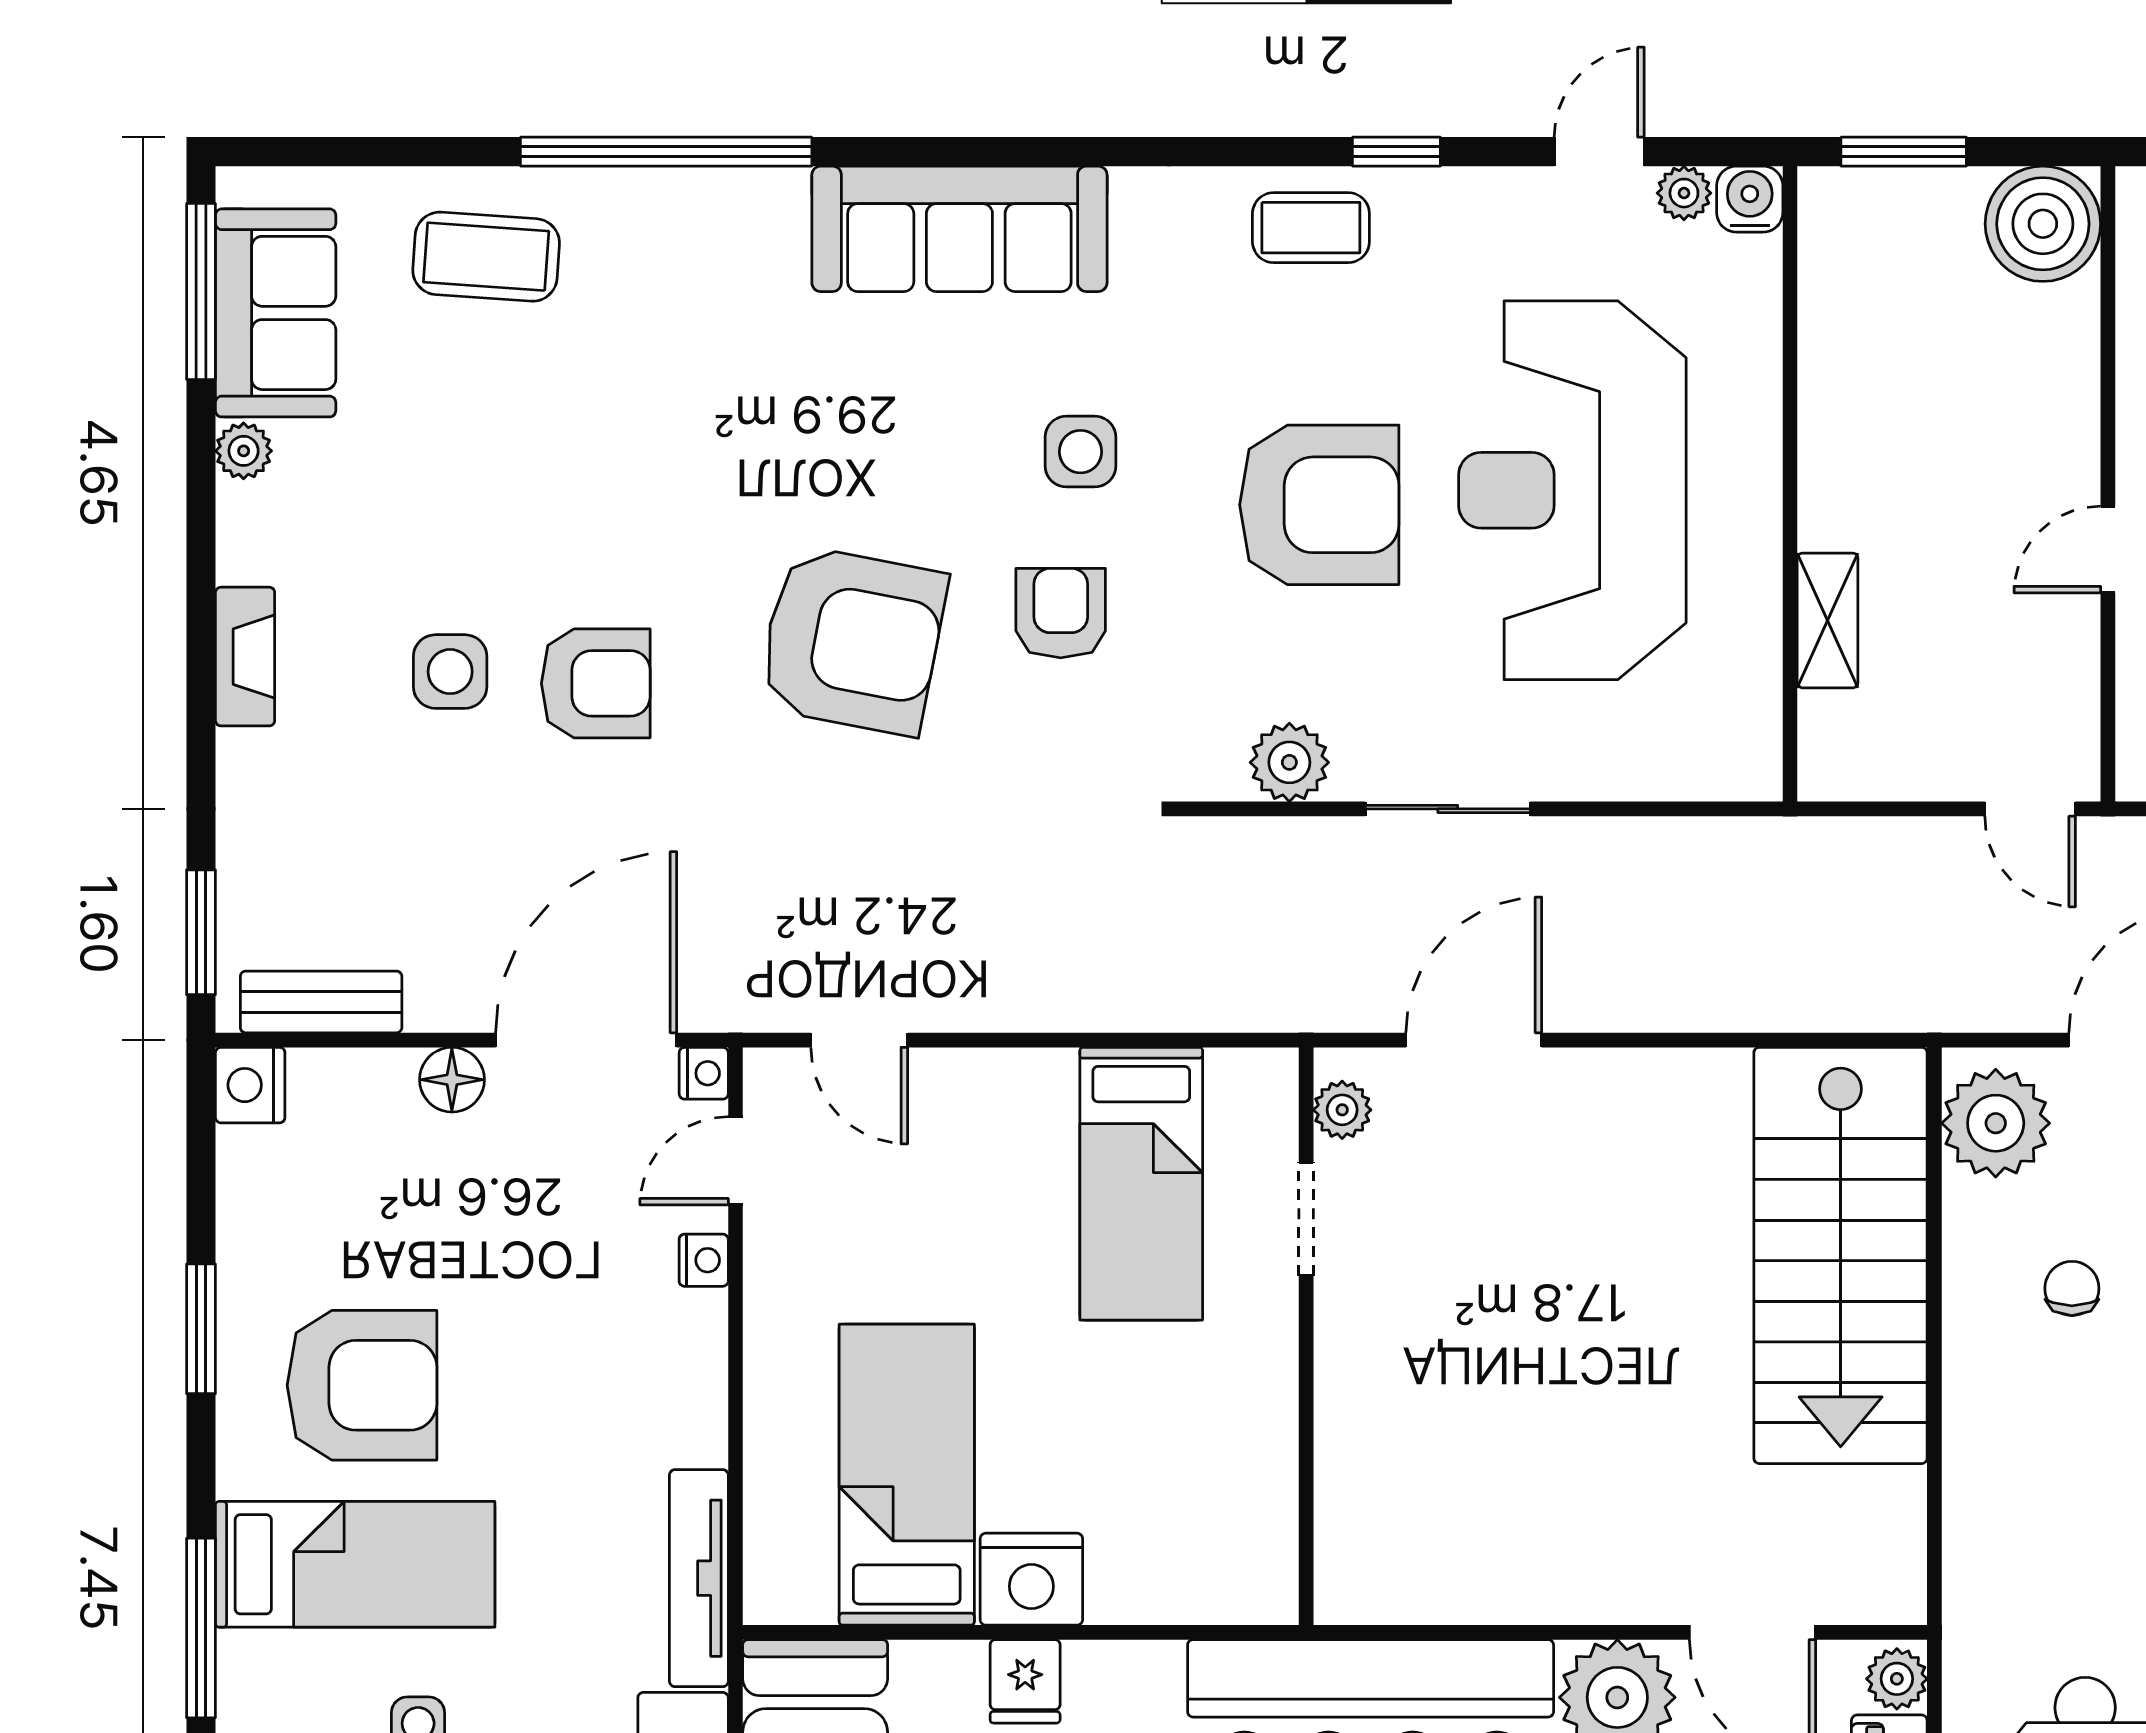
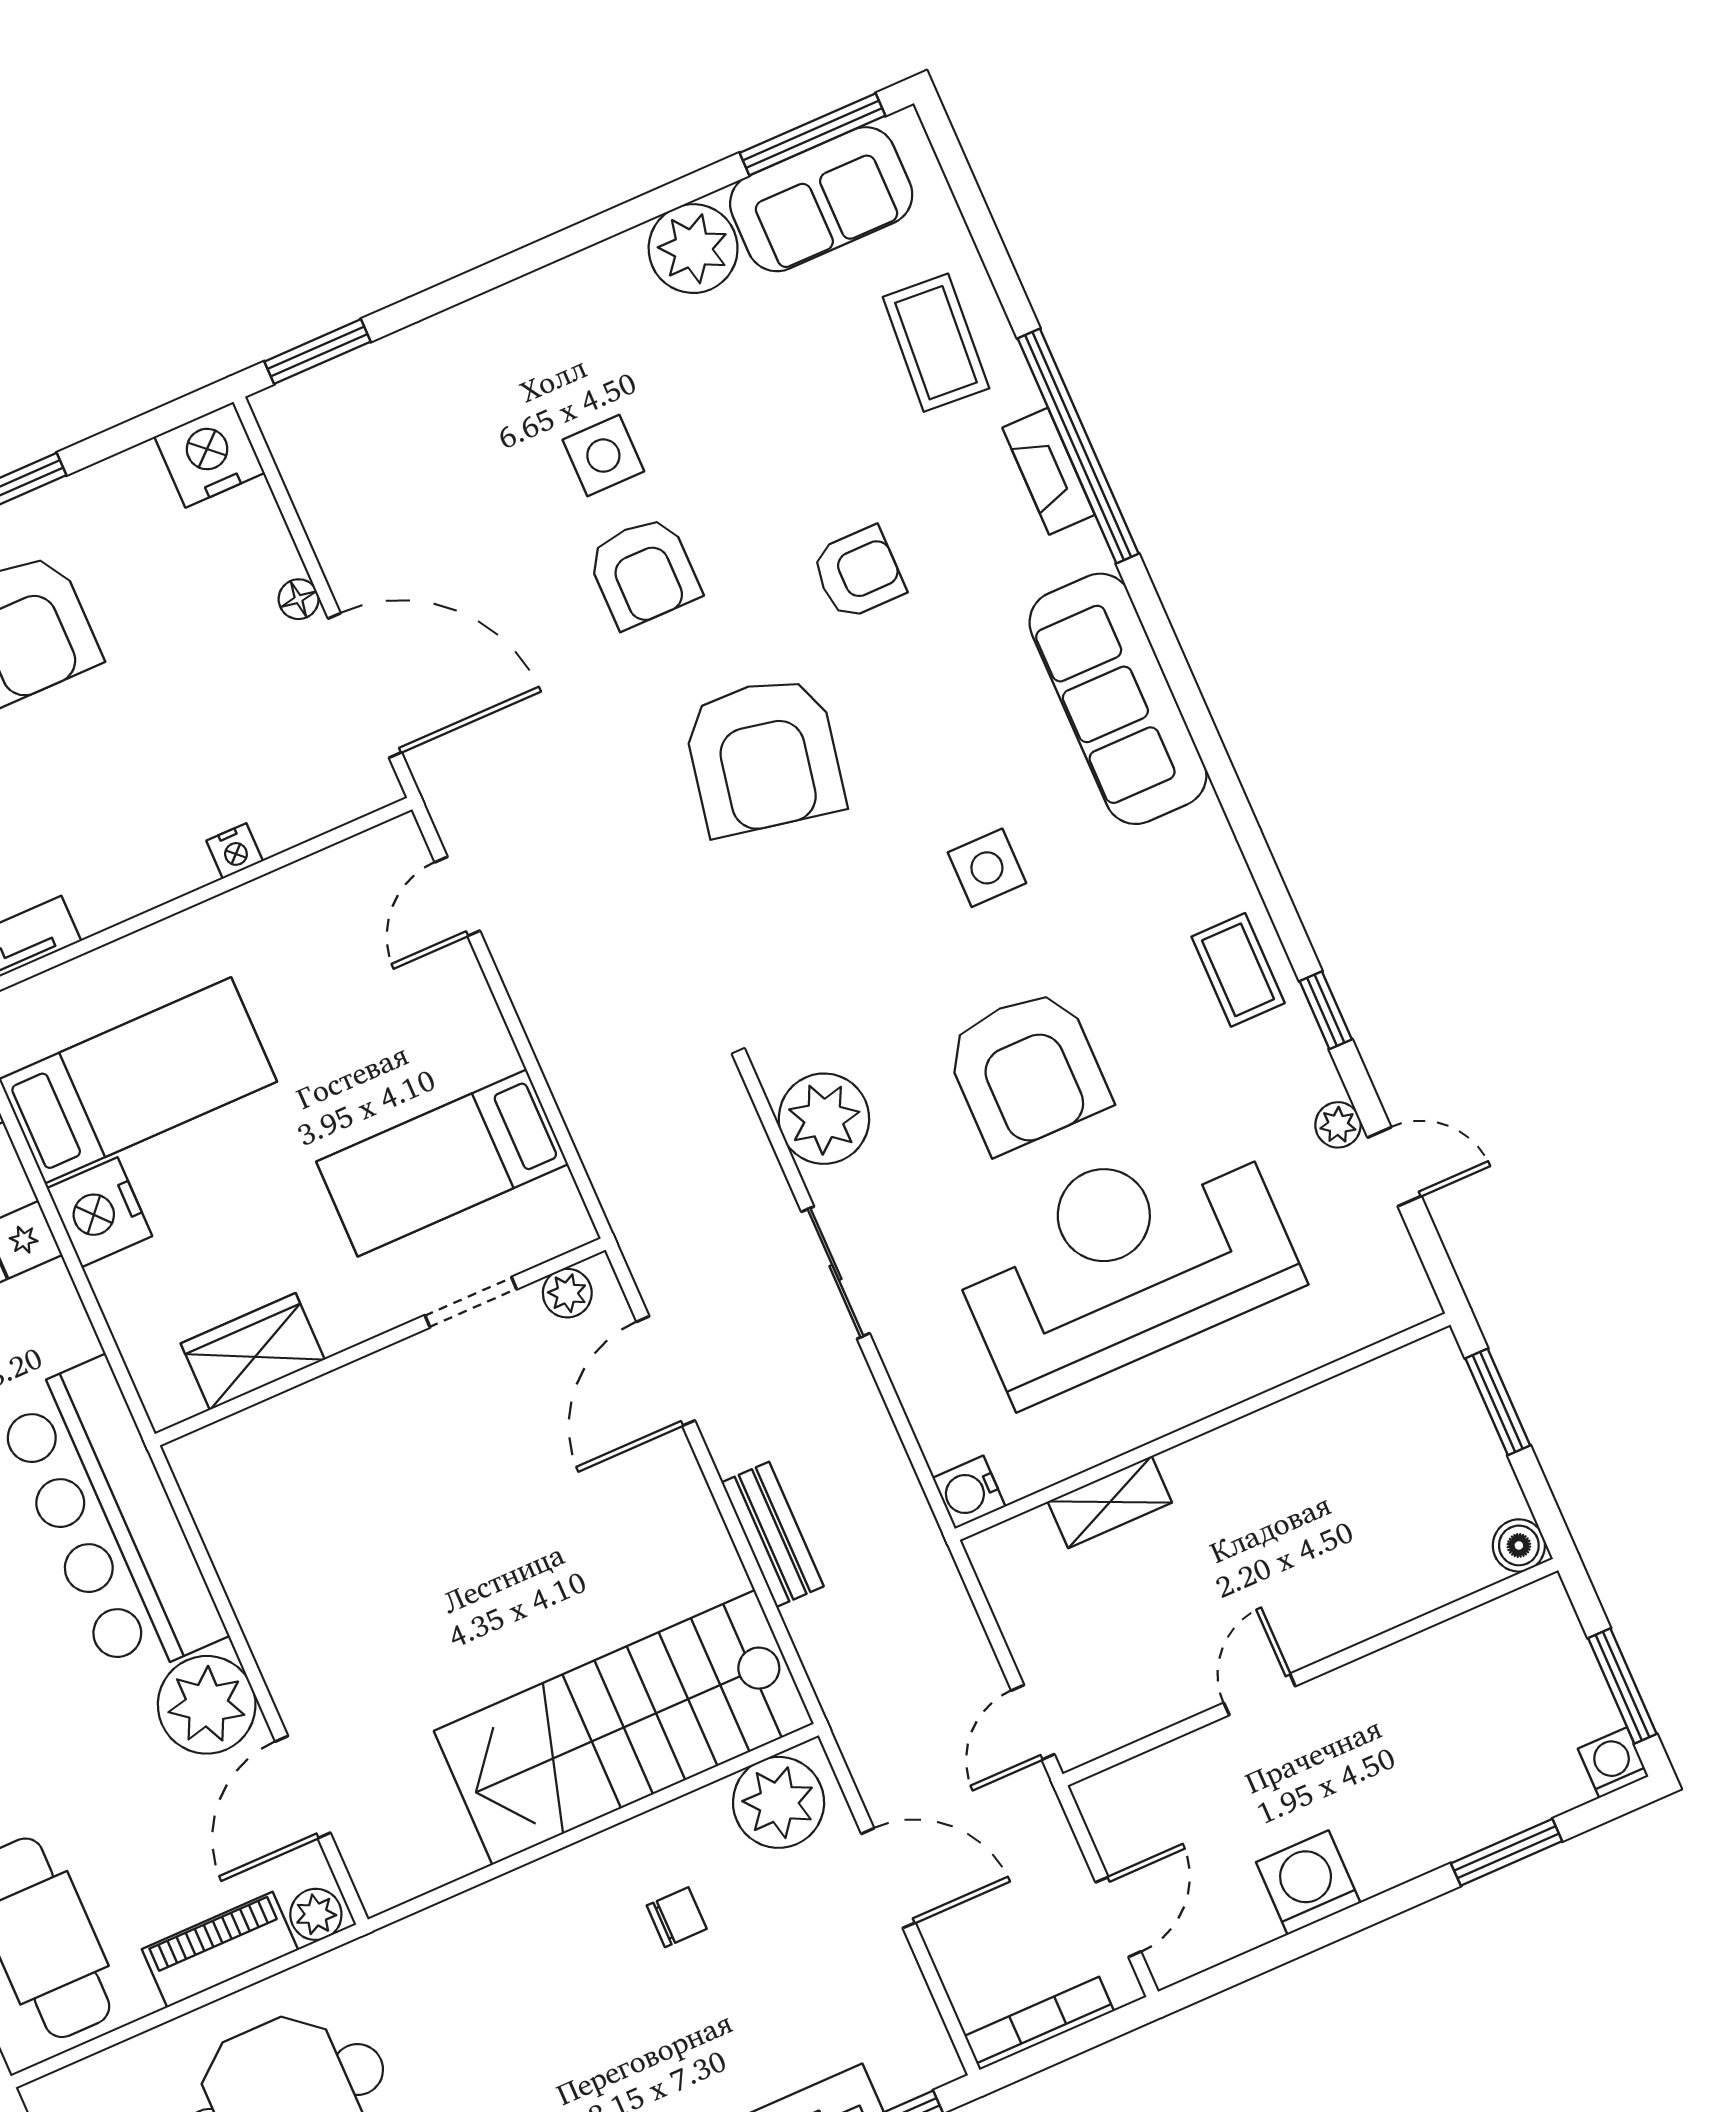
plant: (1684, 193) -> (1338, 1125), moved
water cooler: (1750, 199) -> (969, 1492), moved, turned 180
boiler: (2043, 224) -> (1519, 1545), width x0.54, depth x0.54
plant: (244, 451) -> (693, 249), width x1.88, depth x1.88
door: (2108, 550) -> (1260, 1694), hinge flipped
armchair: (1061, 613) -> (858, 573), moved
fireplace: (245, 657) -> (1049, 471), moved, turned 90
plant: (1289, 762) -> (824, 1119), width x1.36, depth x1.36
bench: (321, 1002) -> (773, 1534), moved
door: (1474, 1040) -> (666, 1371), swing flipped
nightstand: (704, 1073) -> (379, 788), removed
floor lamp: (452, 1080) -> (299, 599), width x0.73, depth x0.73
nightstand: (250, 1085) -> (210, 455), width x1.36, depth x1.33
door: (735, 1161) -> (322, 842), removed
wardrobe: (1256, 1479) -> (253, 1352), added

